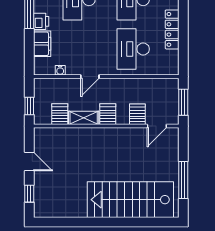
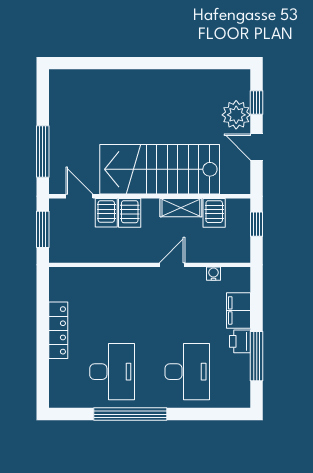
desk: (133, 49) -> (112, 303), removed
server rack: (108, 114) -> (130, 213), moved
door: (157, 126) -> (79, 196), hinge flipped
window: (183, 180) -> (43, 151), moved
plant: (44, 185) -> (236, 115), added
stairs: (130, 200) -> (160, 169), moved, turned 180

